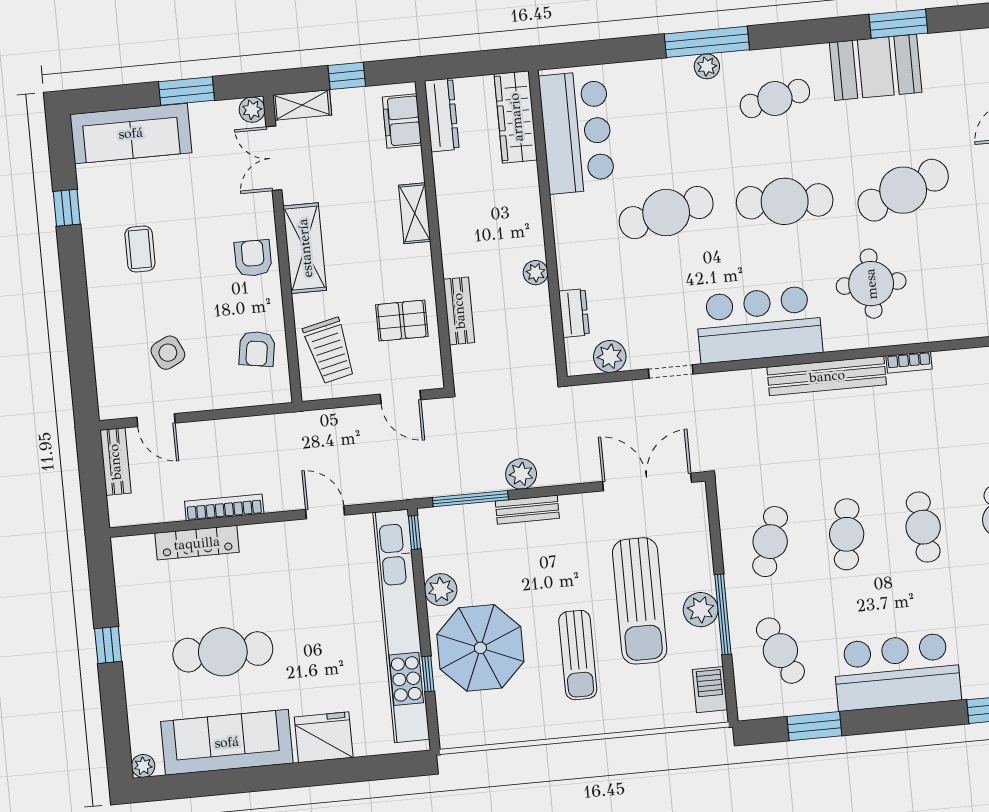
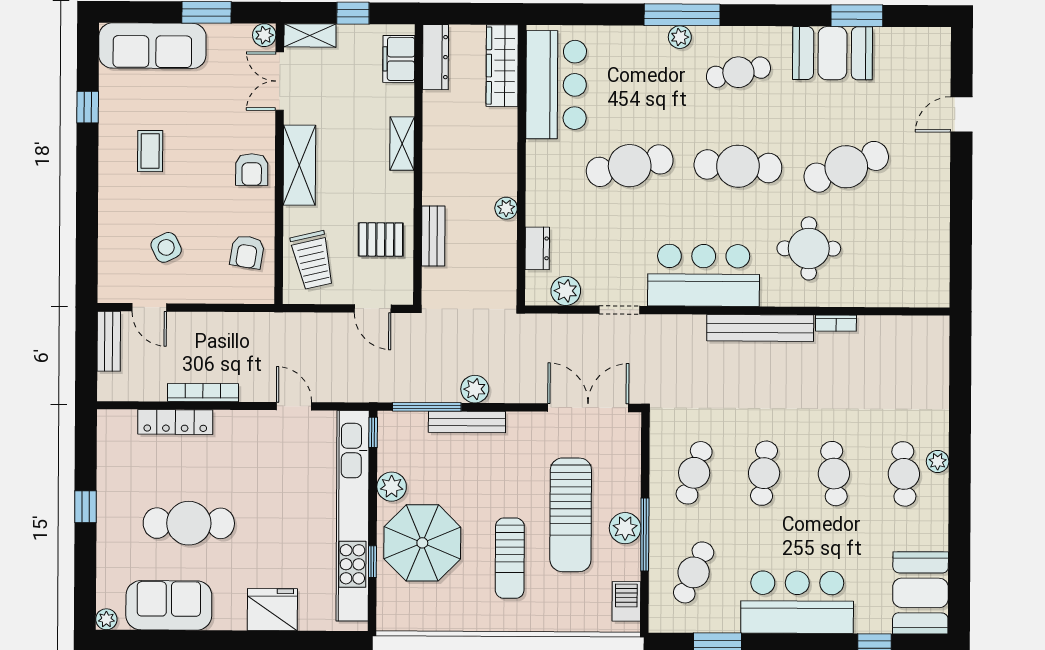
armchair: (253, 258) -> (252, 170), turned 180
bench: (527, 510) -> (467, 422), width x1.36
cafe table: (780, 651) -> (694, 572), turned 48
sofa: (227, 742) -> (169, 605), width x0.73

